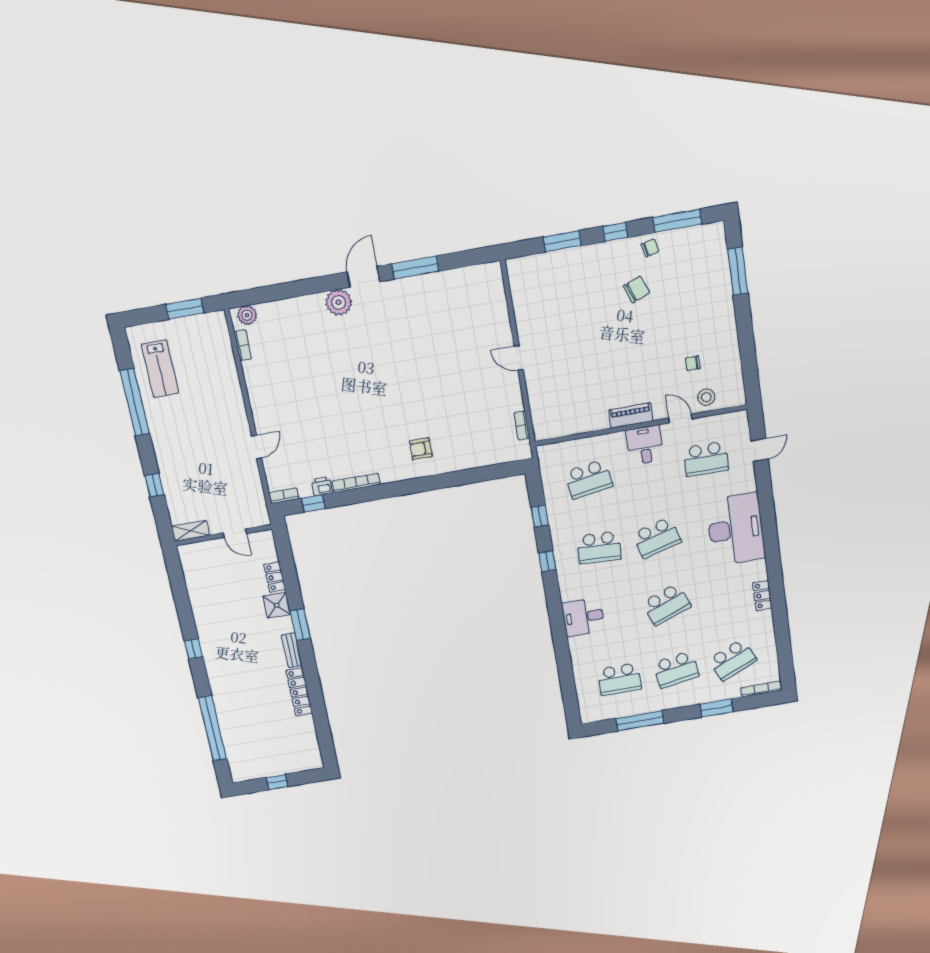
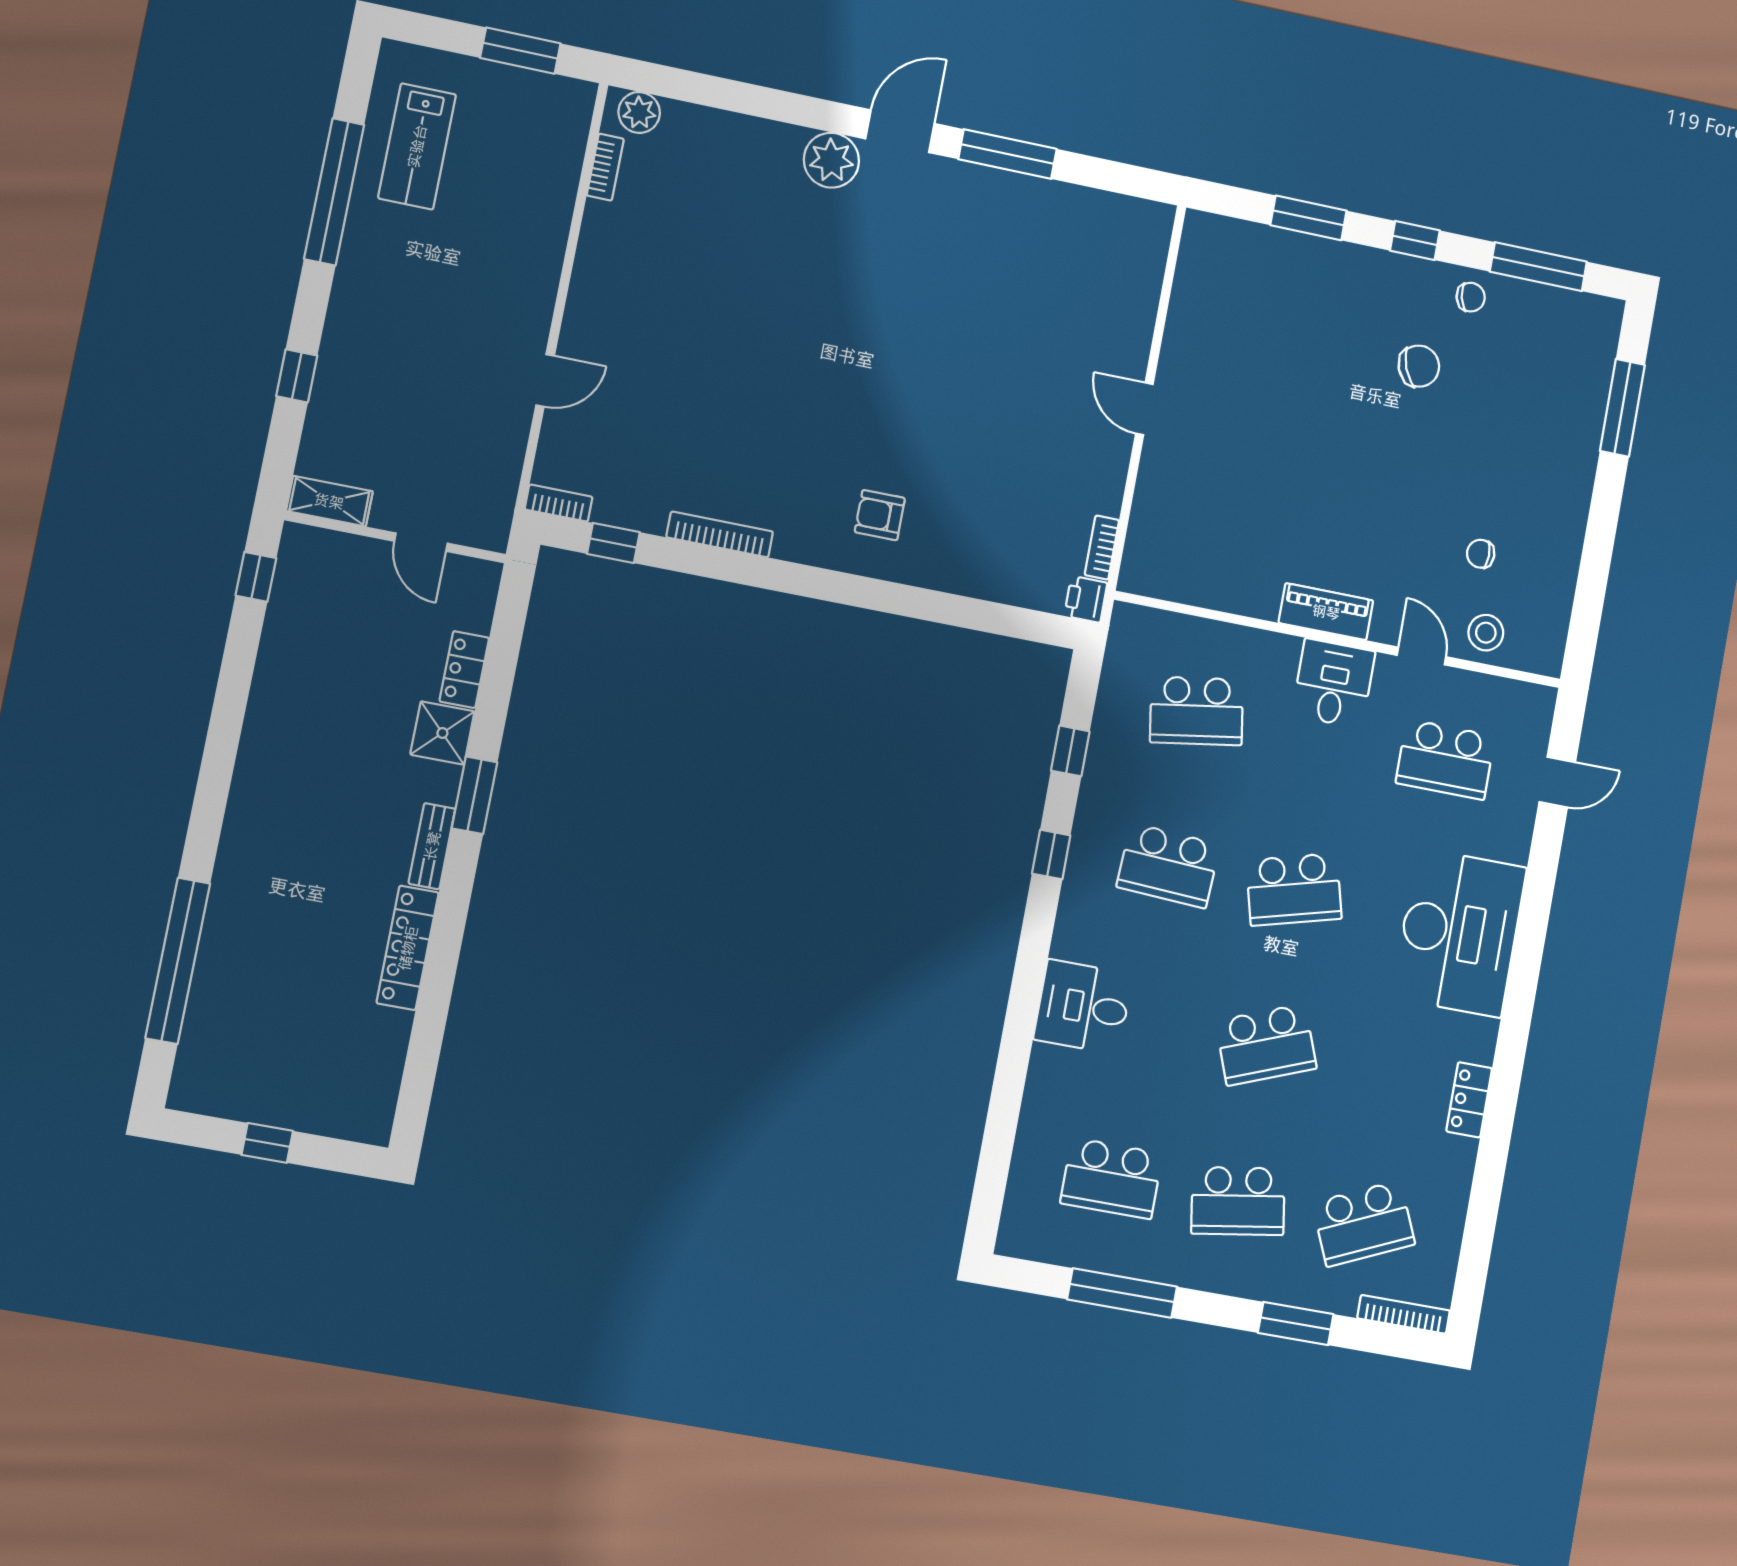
printer: (322, 486) -> (1086, 599), moved, turned -90
window: (193, 649) -> (256, 577), moved

